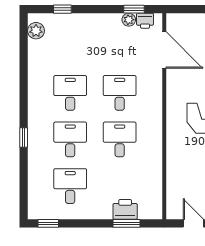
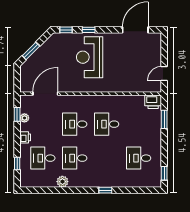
printer: (145, 21) -> (25, 137), moved
plant: (36, 31) -> (62, 182), moved
desk: (70, 139) -> (43, 158), moved
printer: (125, 209) -> (153, 102), moved, turned -90

